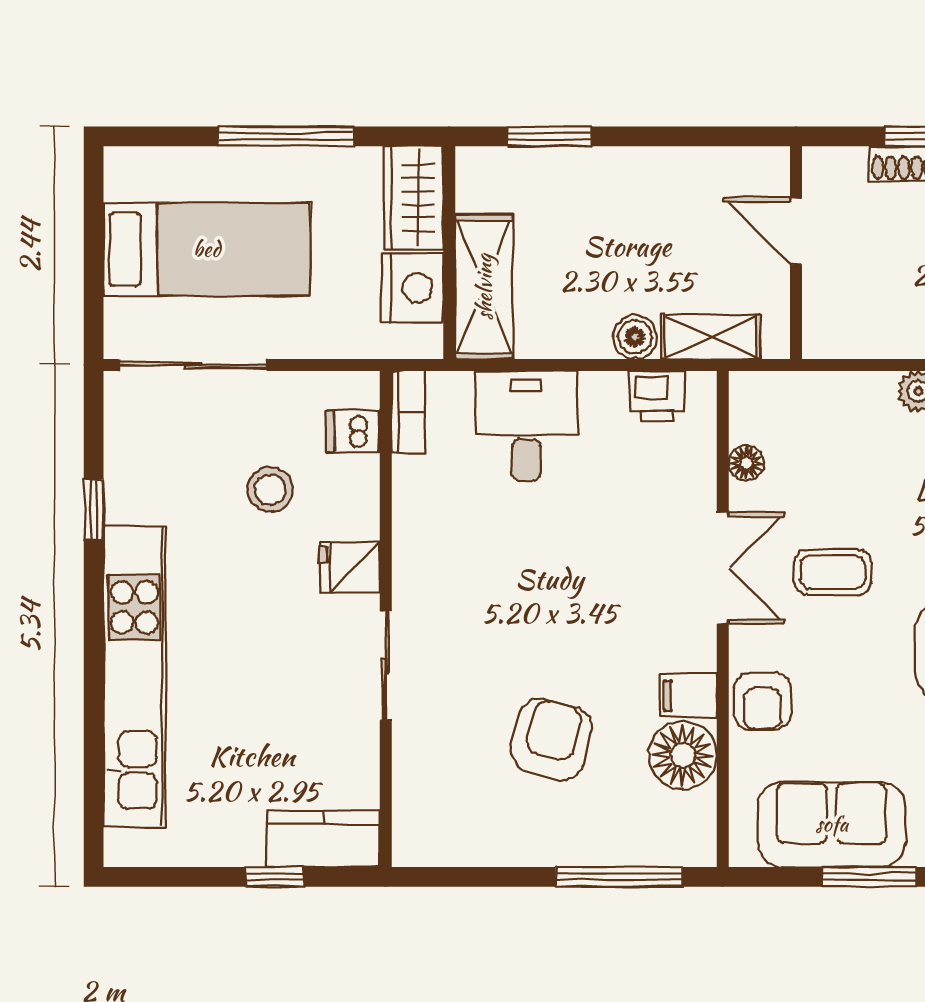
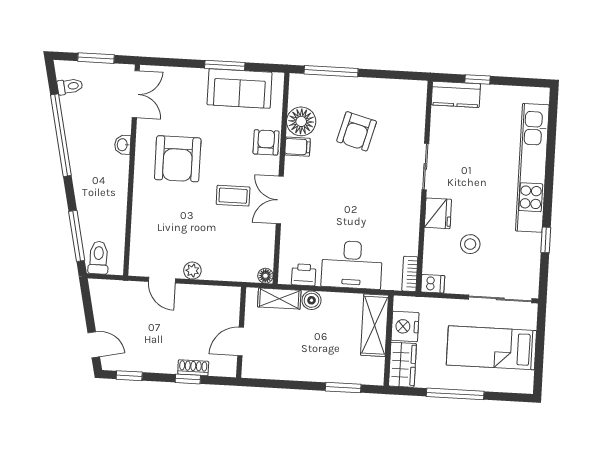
door: (796, 231) -> (241, 342), swing flipped
desk: (526, 426) -> (352, 265), width x1.37
dishwasher: (353, 431) -> (433, 284), moved
floor lamp: (746, 463) -> (265, 276), moved
fridge: (350, 567) -> (438, 213), width x1.38

